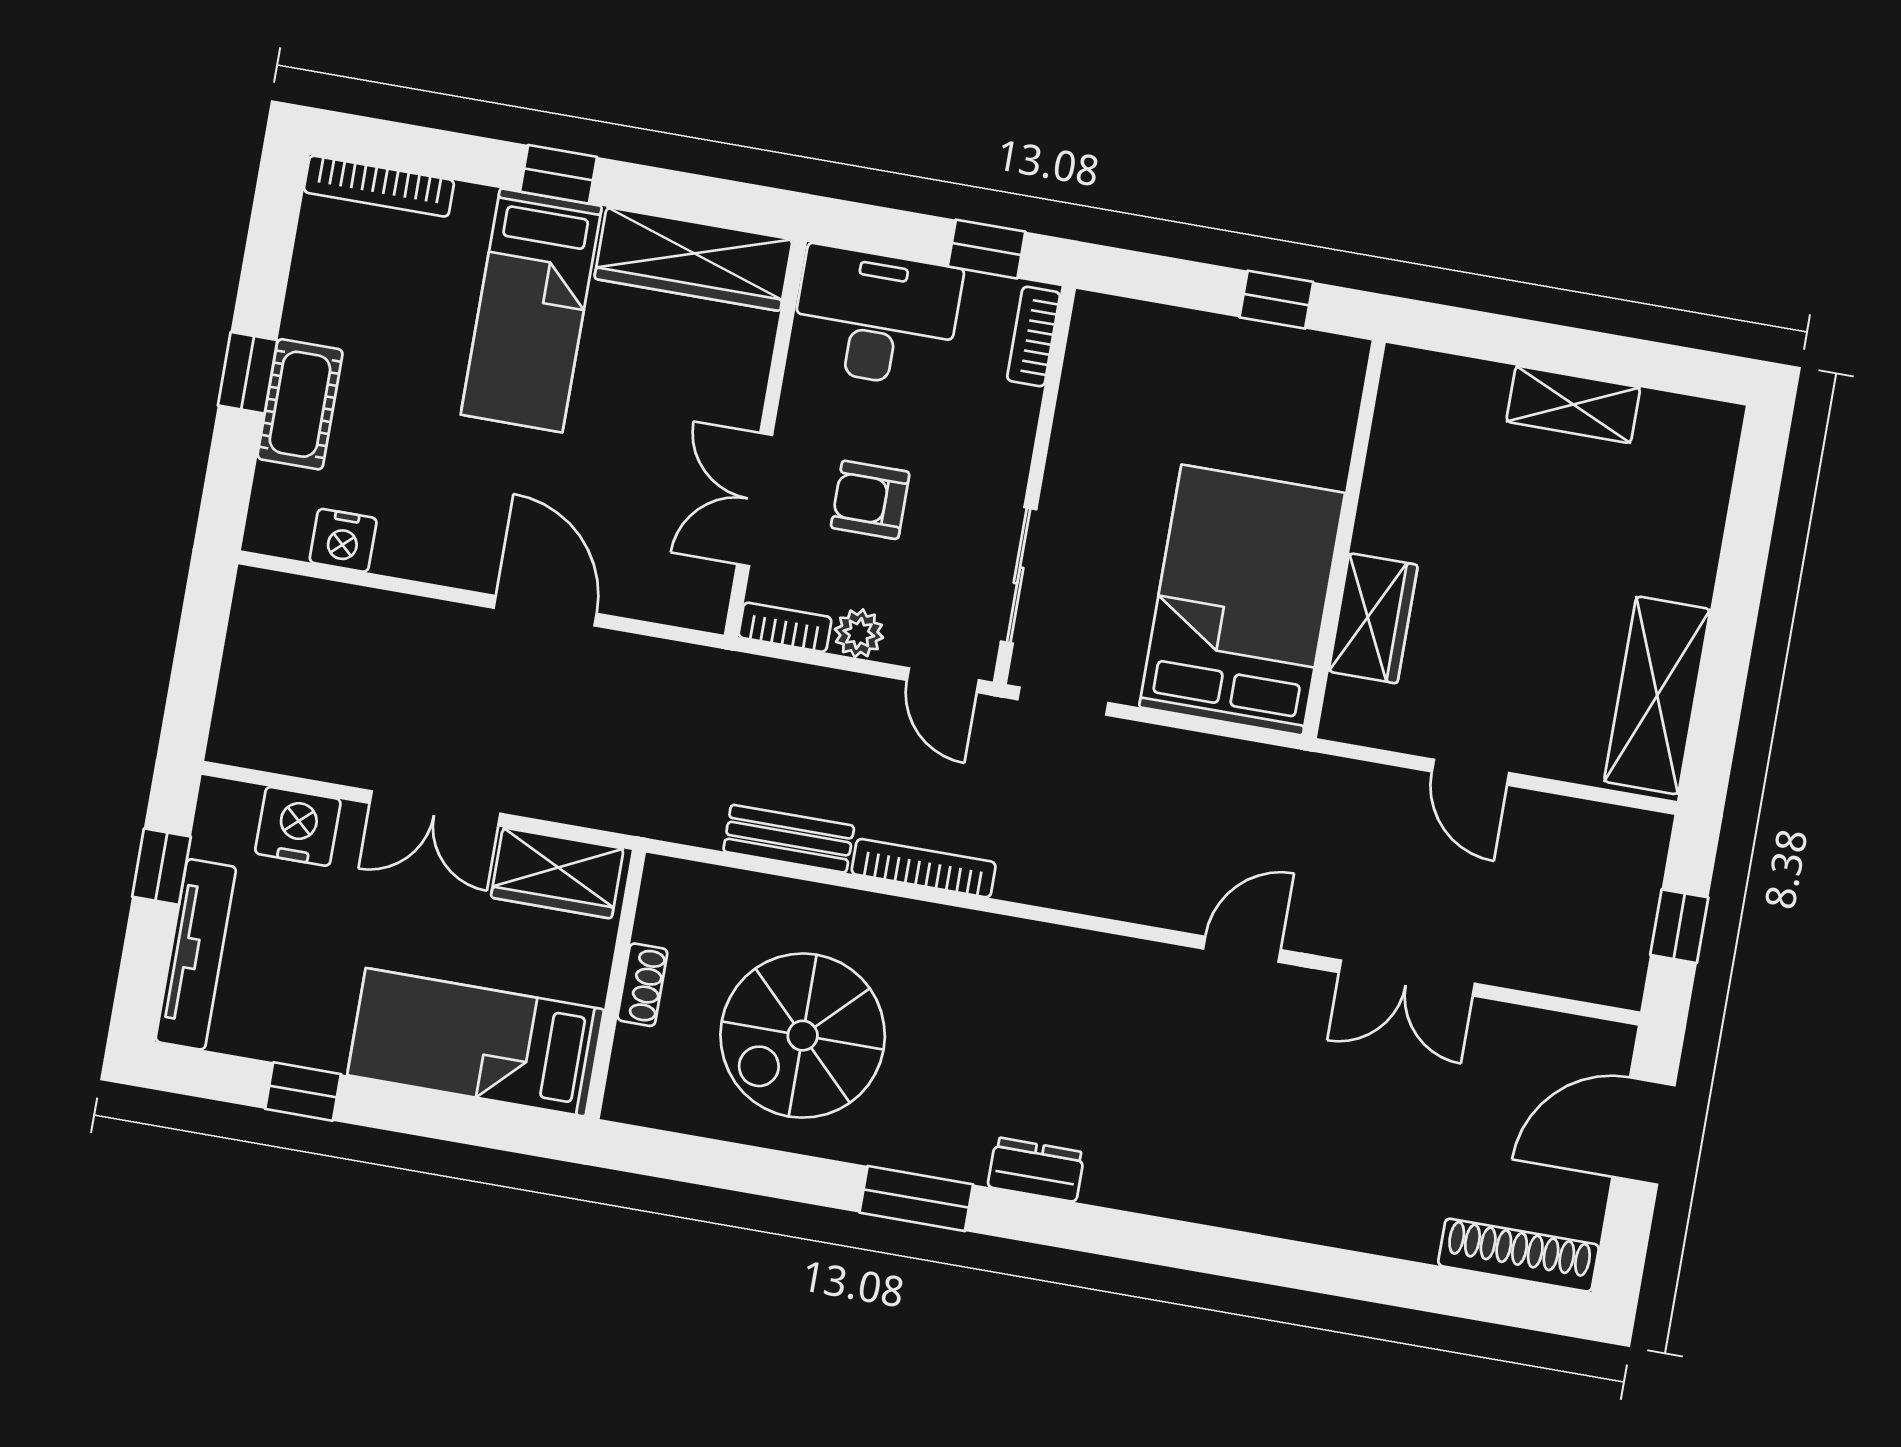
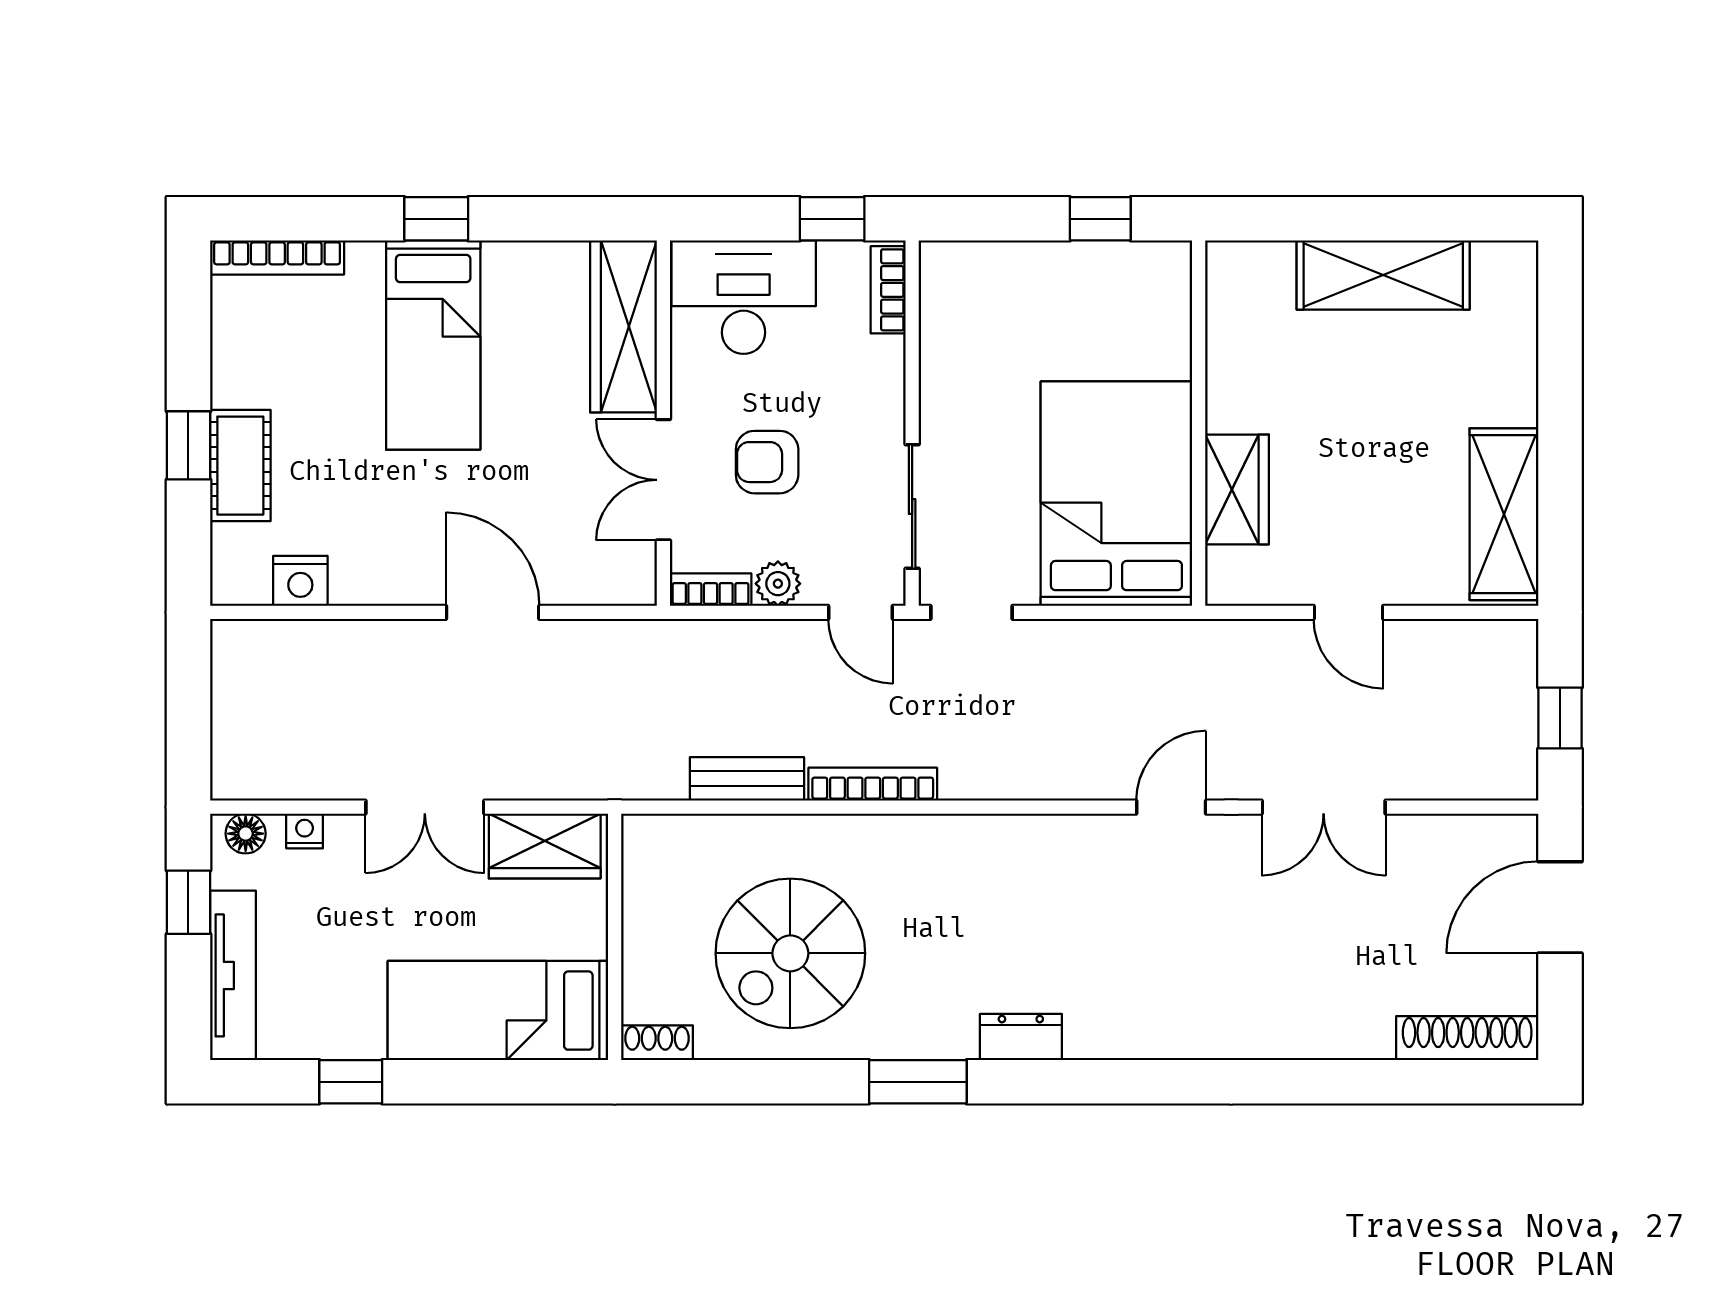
wardrobe: (693, 259) -> (624, 326), moved, turned 90
shelving: (1573, 404) -> (1383, 275), width x1.50, depth x1.33
floor lamp: (236, 803) -> (246, 834), added
nightstand: (298, 826) -> (305, 831), width x0.53, depth x0.56
shoe rack: (642, 985) -> (657, 1043), moved, turned -90

